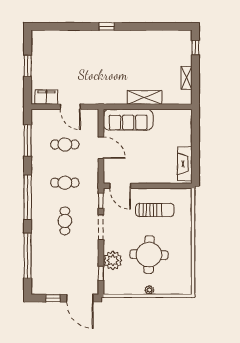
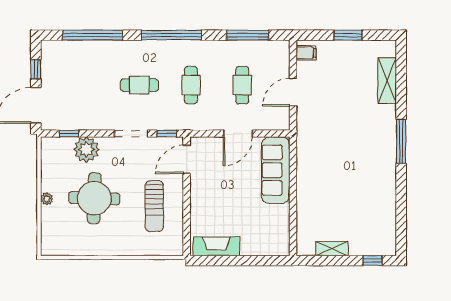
window: (107, 26) -> (401, 141), width x2.17
filing cabinet: (46, 97) -> (306, 53), width x0.50
shelving: (145, 97) -> (387, 80), moved

